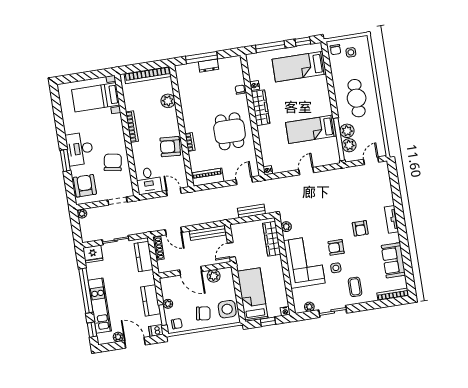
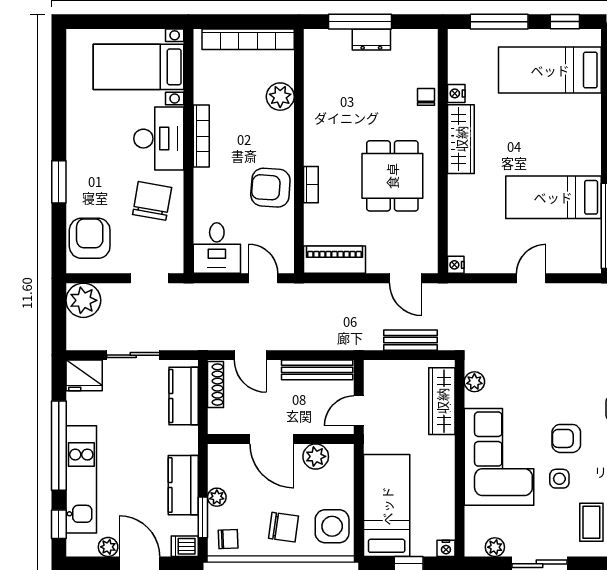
desk: (80, 149) -> (159, 139), moved, turned 180
door: (244, 181) -> (406, 278), swing flipped
plant: (82, 214) -> (83, 300), width x1.88, depth x1.88

